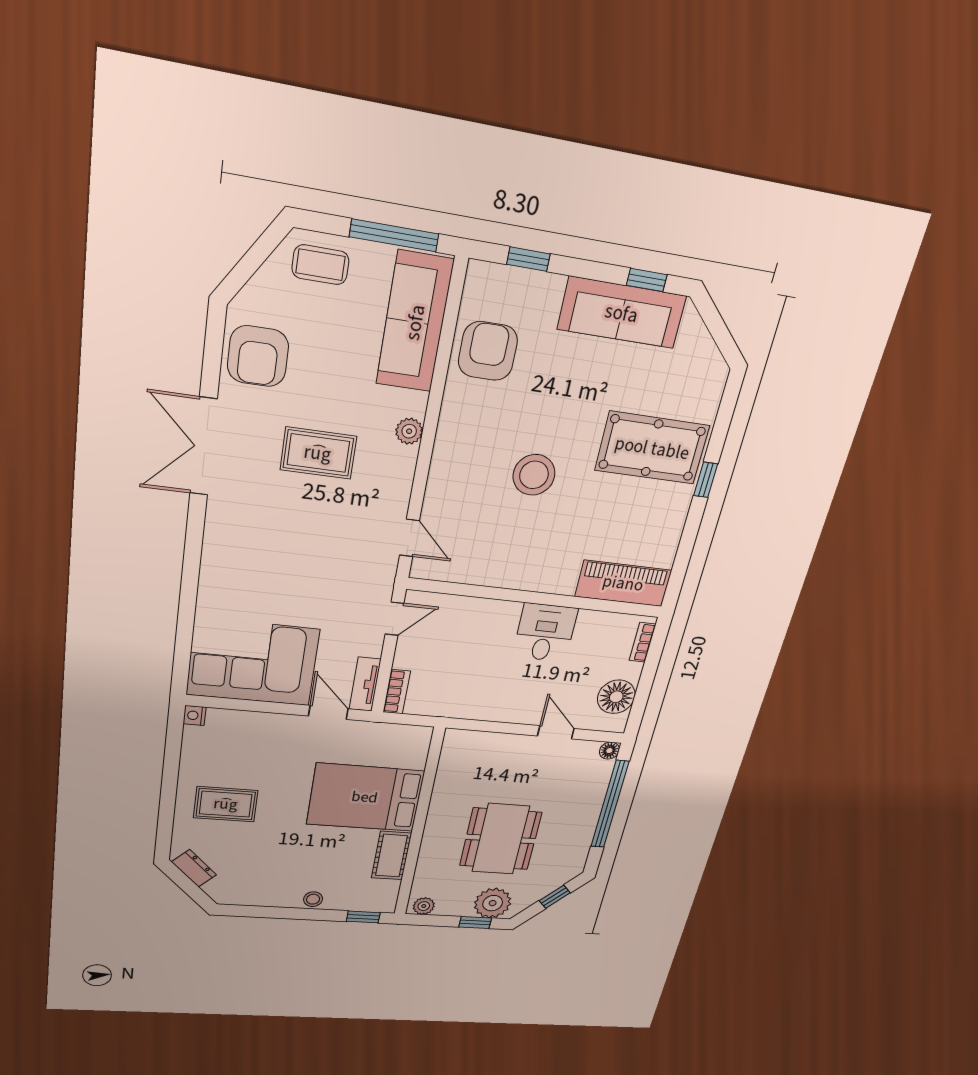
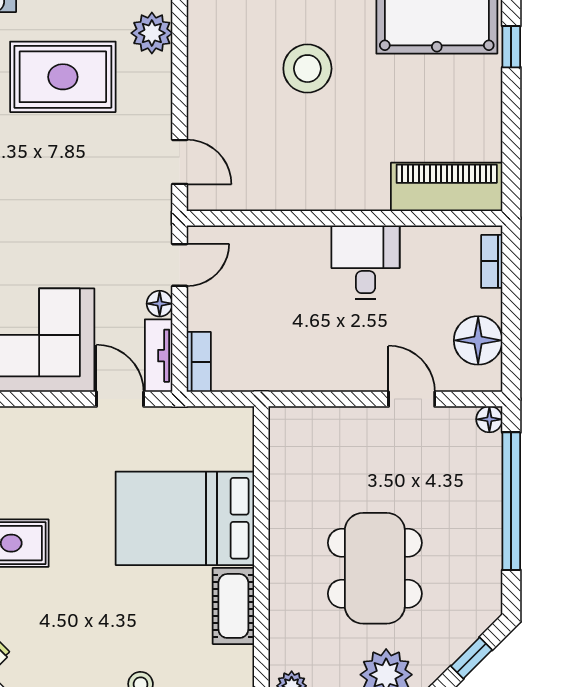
plant: (409, 431) -> (152, 33), width x1.38, depth x1.38
rug: (318, 453) -> (63, 77), width x1.36, depth x1.43
floor lamp: (373, 646) -> (160, 304), added

